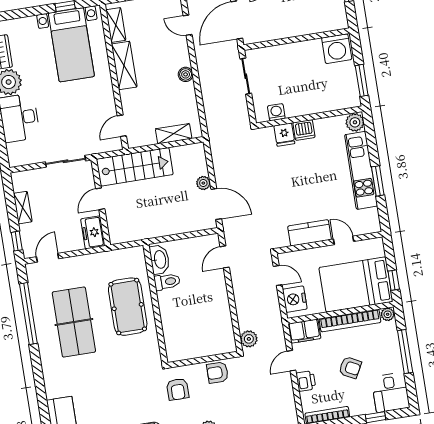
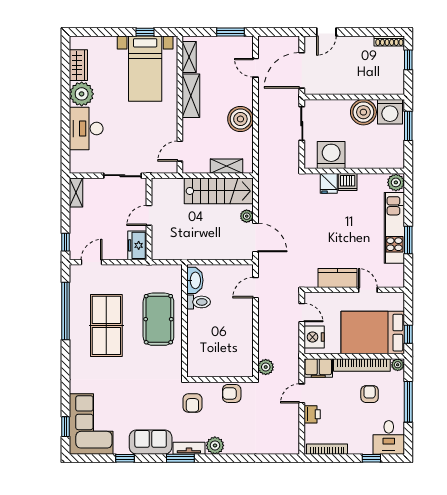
boiler: (309, 54) -> (363, 112), added
boiler: (186, 74) -> (240, 119), width x1.86, depth x1.86
window: (362, 80) -> (408, 126), moved
washing machine: (276, 112) -> (331, 155), width x1.89, depth x1.89
stairs: (135, 167) -> (219, 191), moved
shelving: (23, 208) -> (76, 193), moved
armchair: (350, 368) -> (370, 394), moved, turned -118

